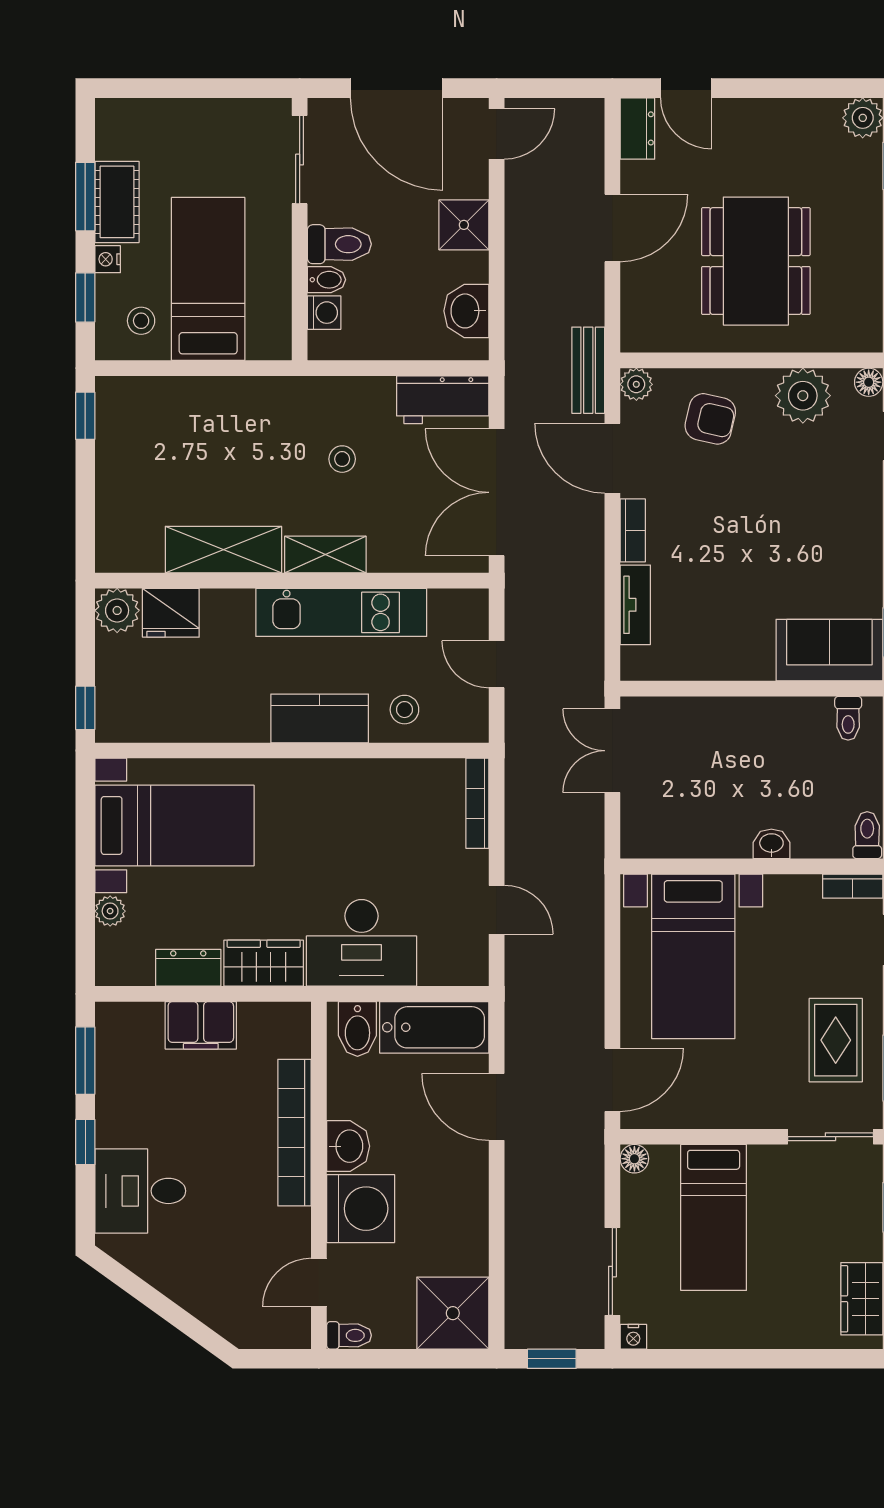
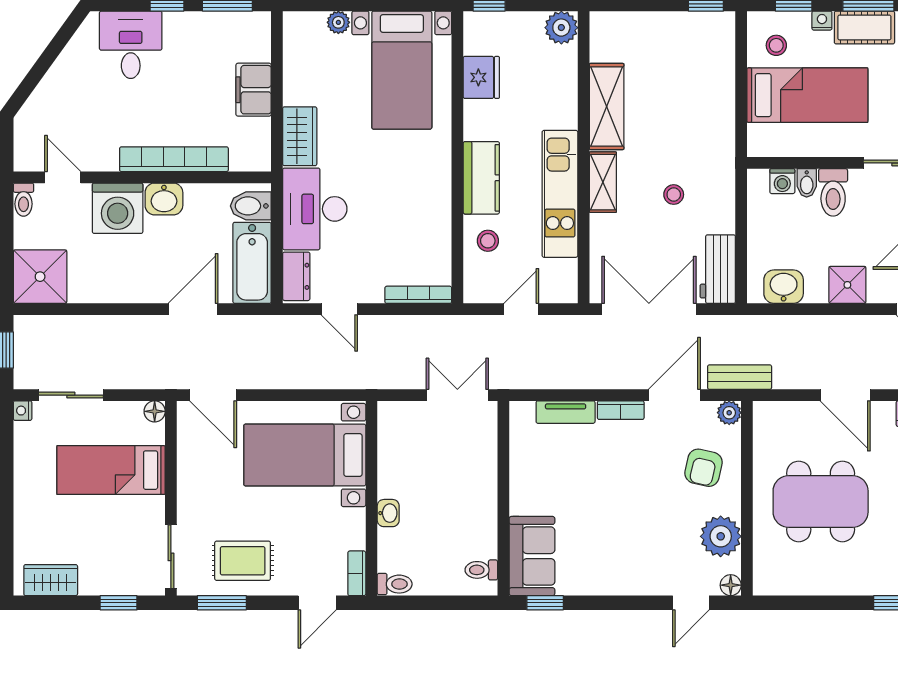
fridge: (171, 613) -> (481, 77), moved, turned 180
door: (497, 910) -> (339, 309), hinge flipped
dresser: (188, 968) -> (296, 276), moved

